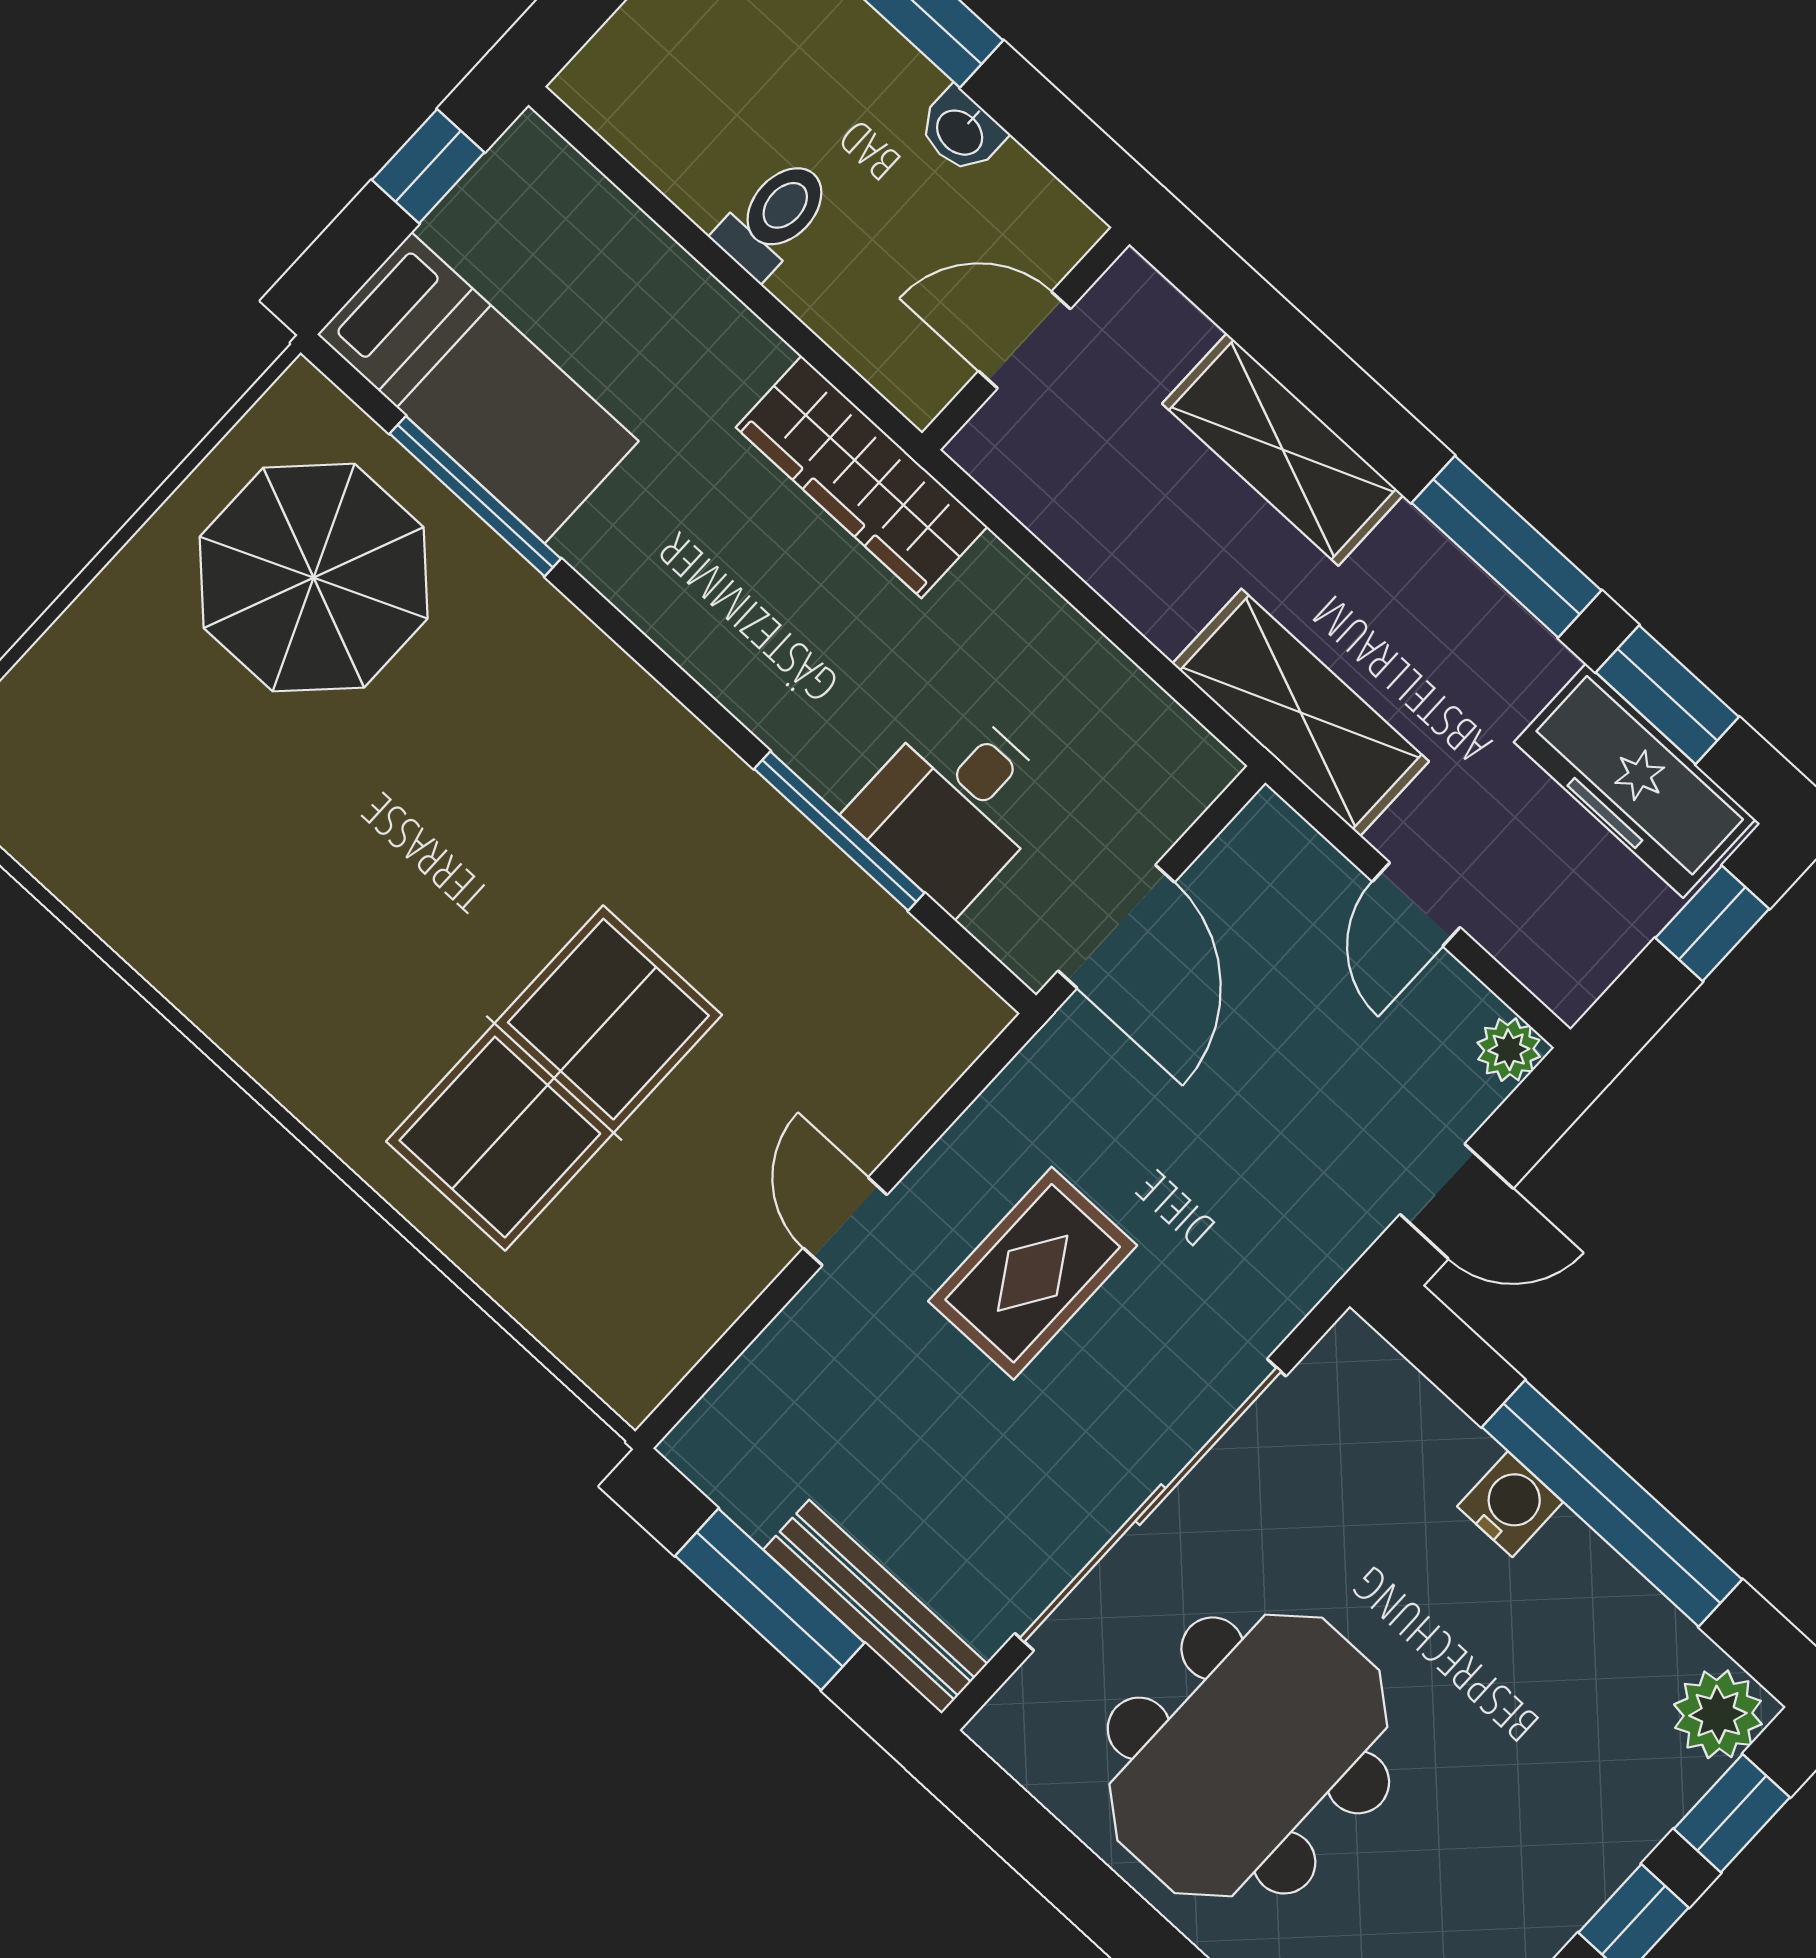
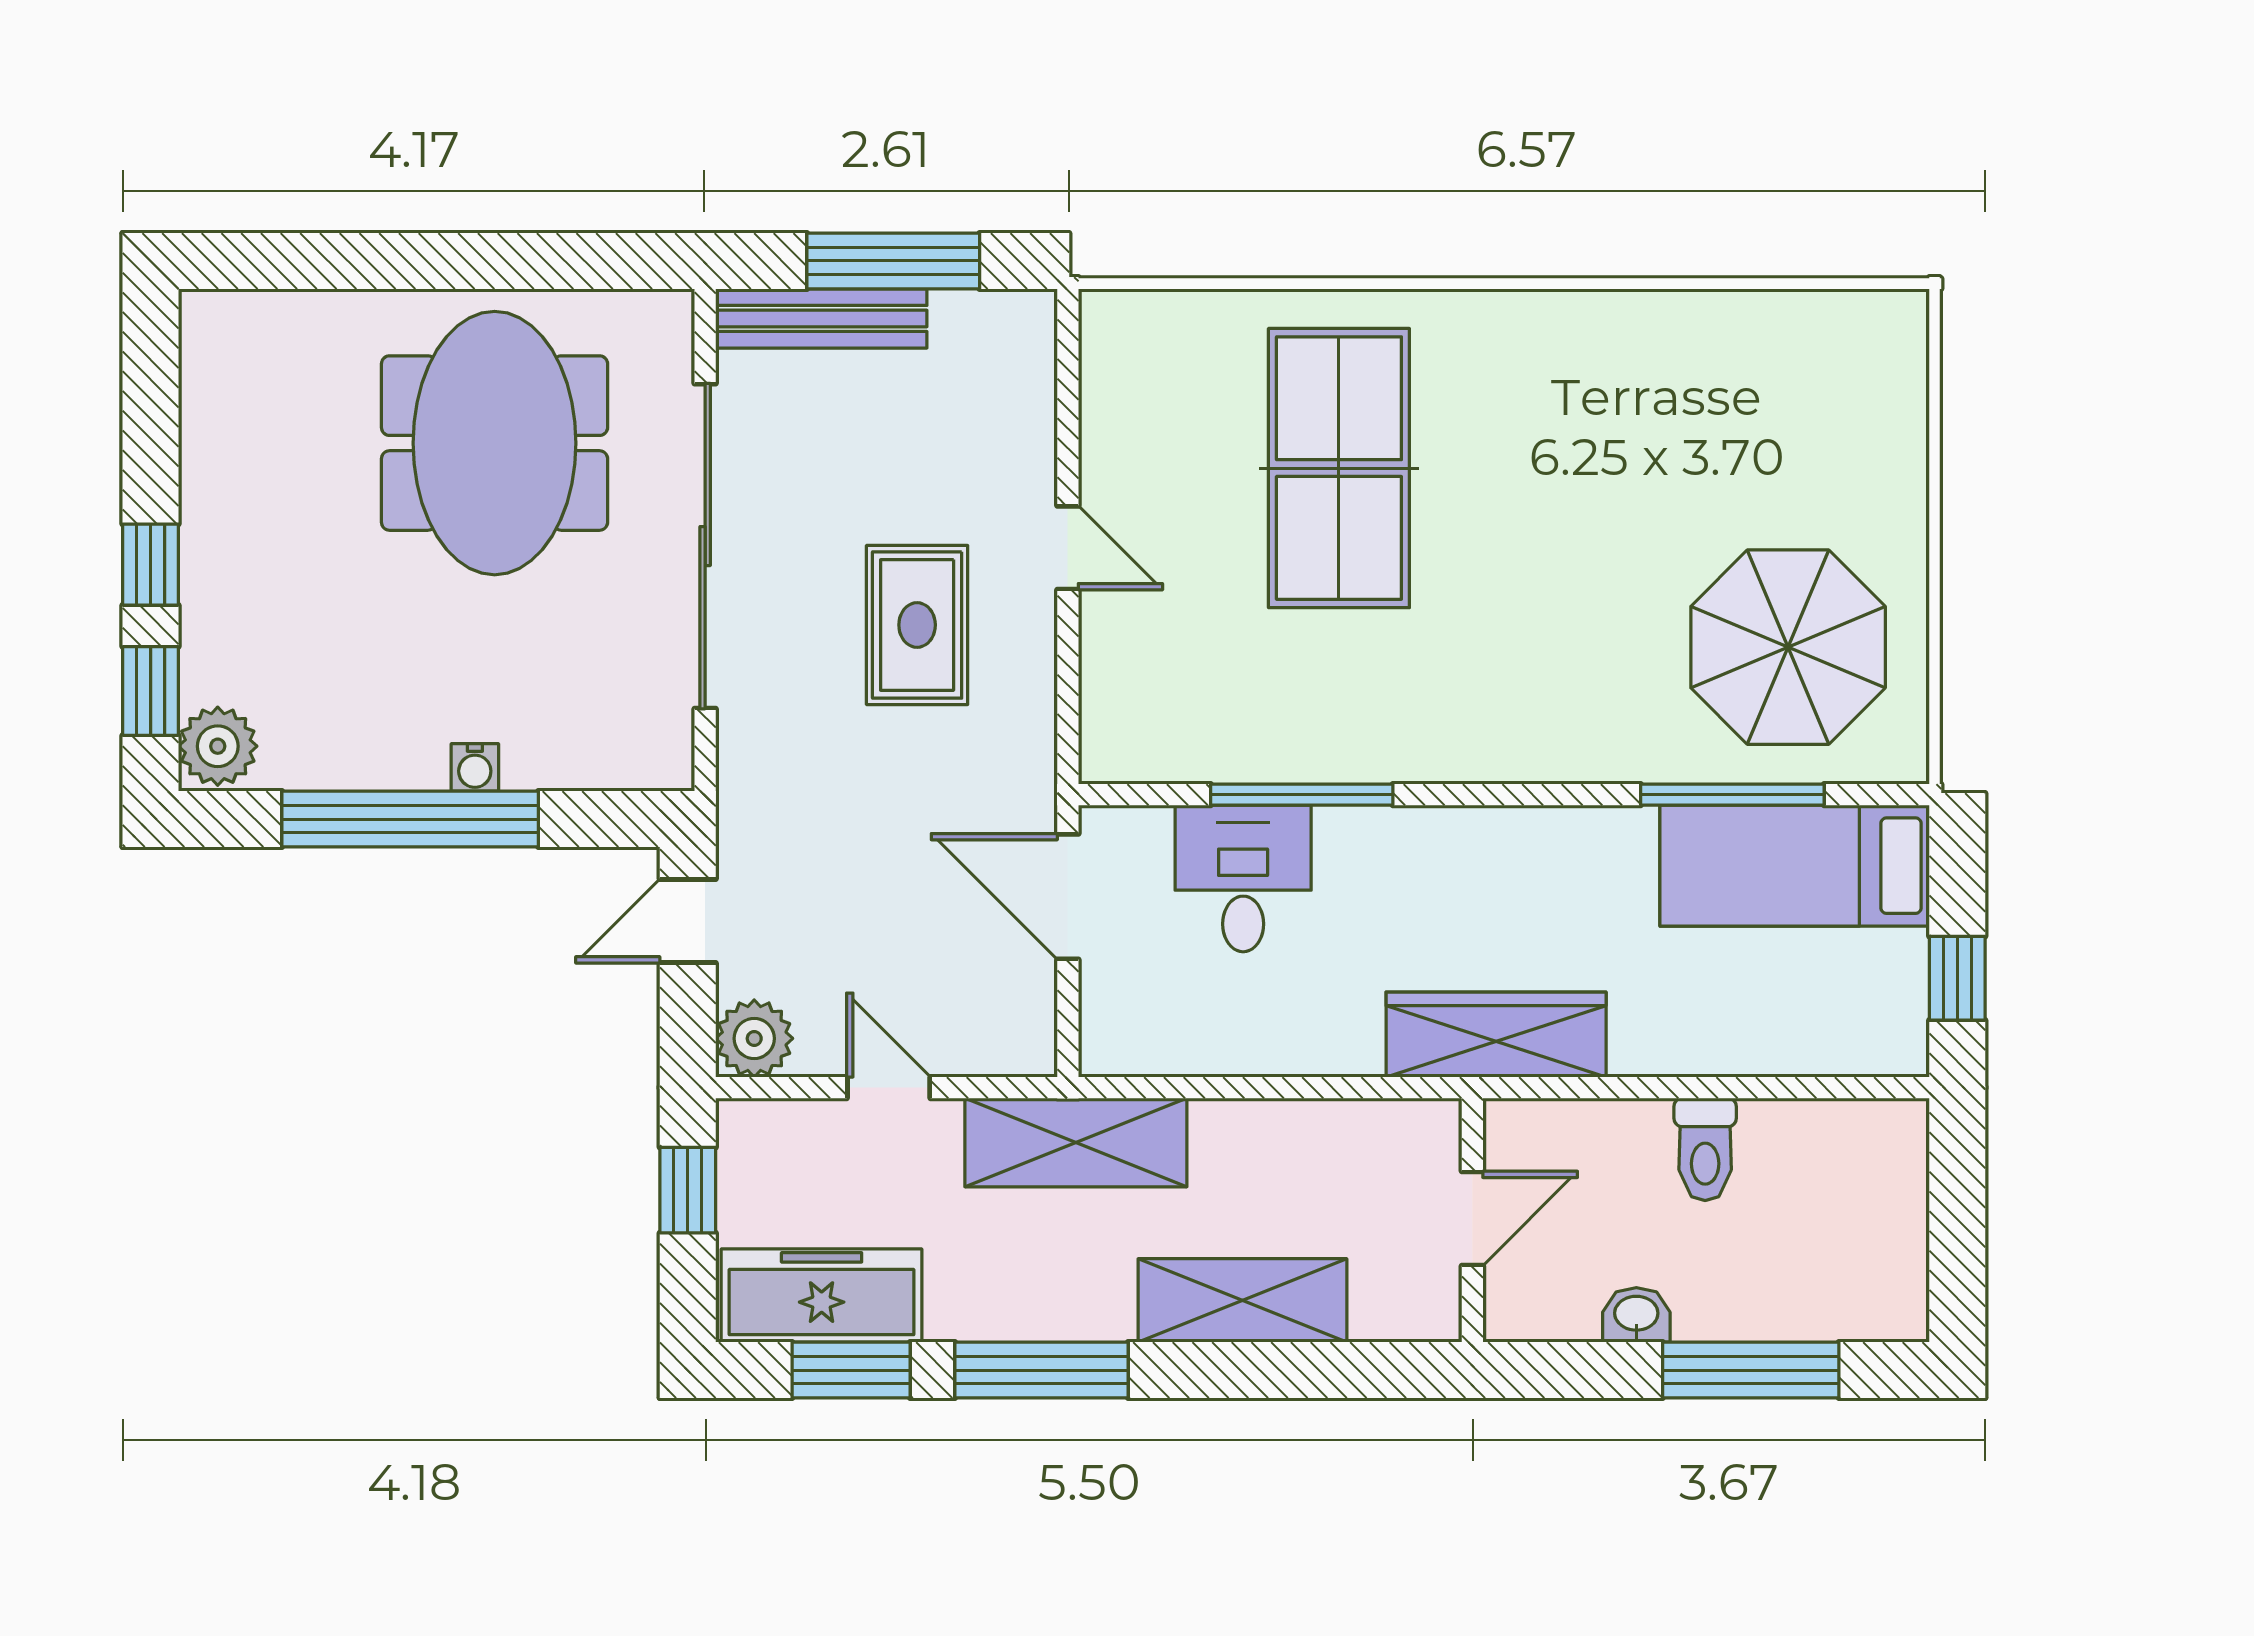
window: (1712, 923) -> (688, 1190), moved
plant: (1509, 1050) -> (754, 1038), width x1.38, depth x1.38
water cooler: (1510, 1504) -> (475, 767), width x0.72, depth x0.72

